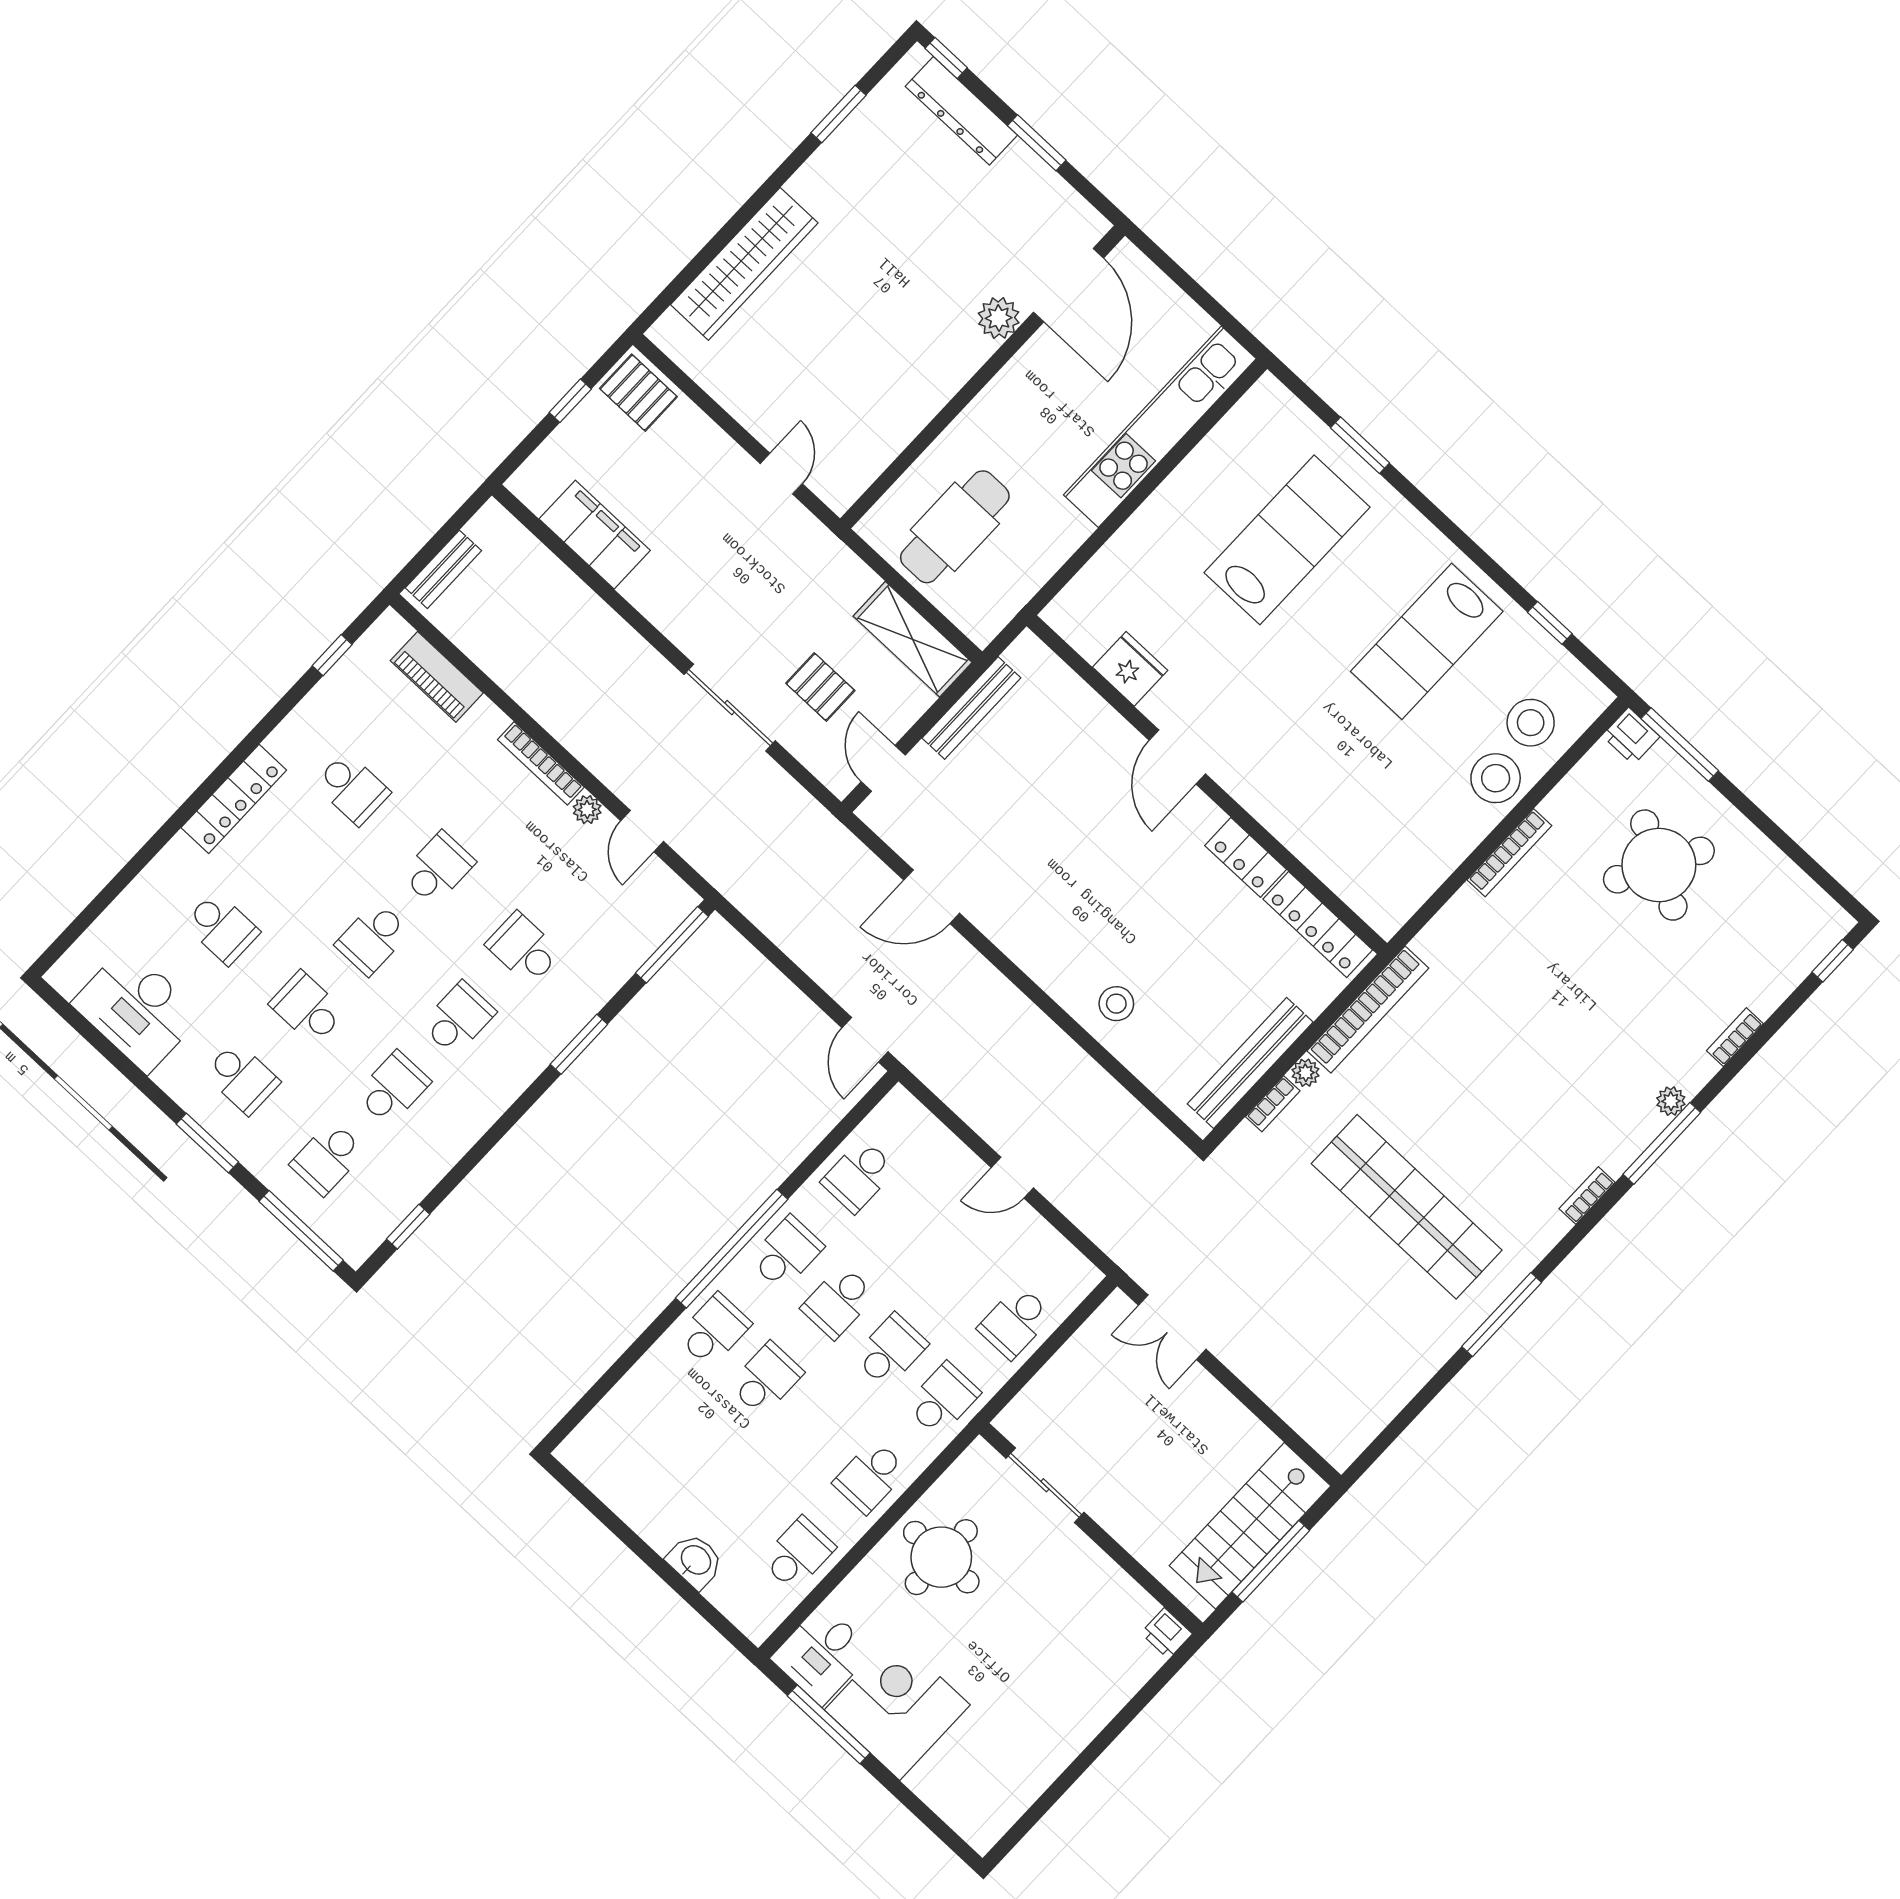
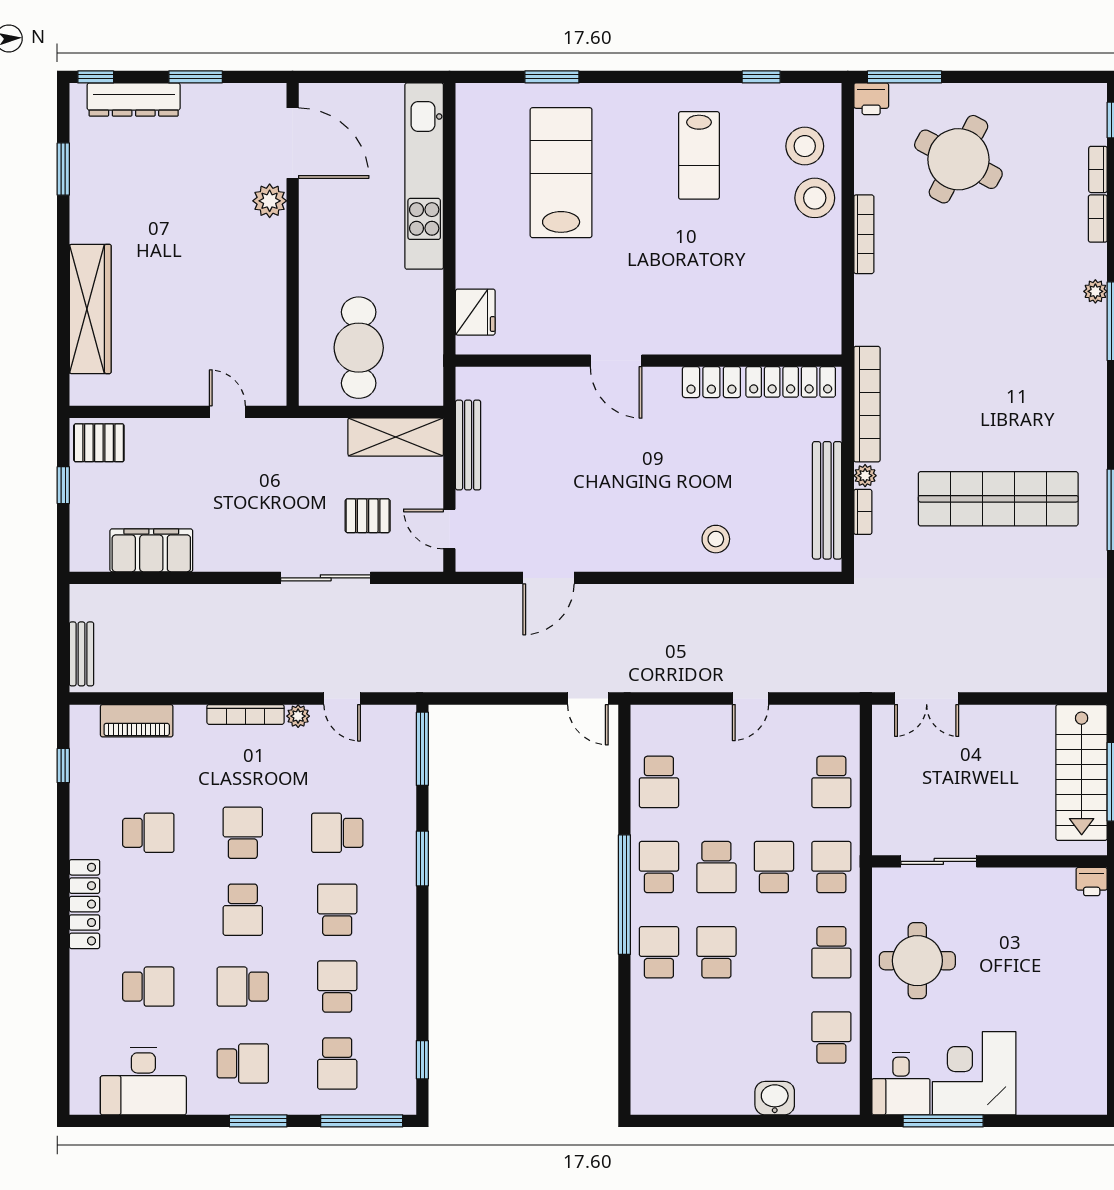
lab bench: (1427, 641) -> (699, 155), width x0.73, depth x0.72
fridge: (1130, 669) -> (475, 312), moved, turned 90
bookcase: (1587, 1195) -> (1098, 169), moved

